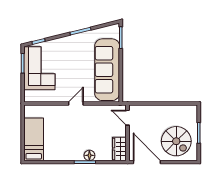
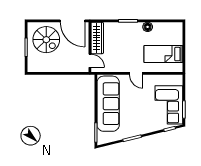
door: (76, 103) -> (136, 73), hinge flipped
bed: (34, 139) -> (163, 54), moved, turned 90
spiral stairs: (176, 141) -> (46, 40), turned 180
wardrobe: (119, 149) -> (97, 38), width x1.50
floor lamp: (89, 155) -> (148, 27), moved

